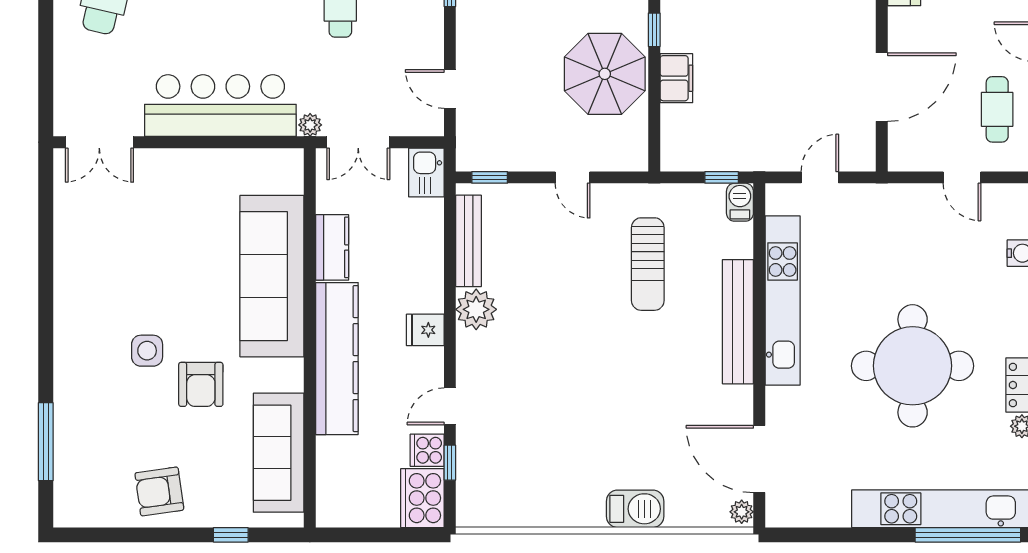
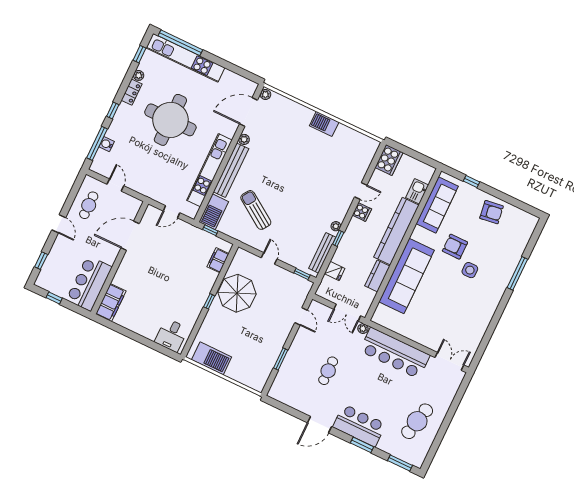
filing cabinet: (676, 78) -> (218, 260), moved
double door: (358, 142) -> (347, 313), swing flipped
kitchen sink: (426, 173) -> (417, 191), moved, turned 180
barbecue: (740, 202) -> (214, 212), width x1.88, depth x1.53
sun lounger: (648, 264) -> (256, 210), turned -56
plant: (476, 309) -> (336, 226), width x0.53, depth x0.53
fridge: (425, 330) -> (335, 271), moved
armchair: (201, 384) -> (455, 247), turned -90
plant: (741, 398) -> (244, 139), added
window: (46, 442) -> (517, 273), moved
cooker: (427, 450) -> (362, 212), moved
door: (759, 459) -> (249, 112), swing flipped
window: (450, 463) -> (338, 238), moved
barbecue: (635, 509) -> (324, 124), moved

